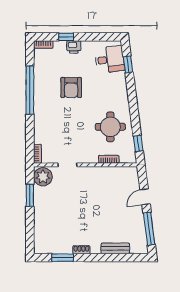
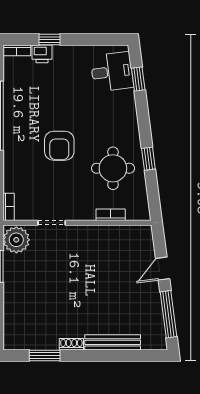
printer: (74, 47) -> (42, 54), moved
armchair: (71, 87) -> (59, 146), moved
window: (138, 143) -> (148, 159), moved
bench: (115, 248) -> (113, 342), width x1.36

